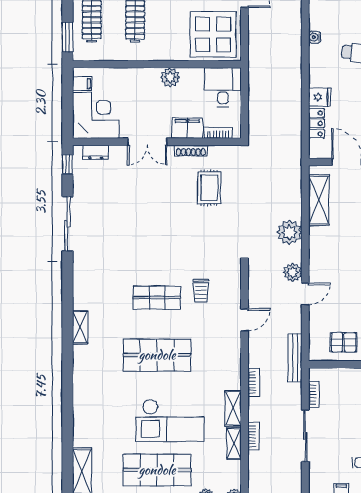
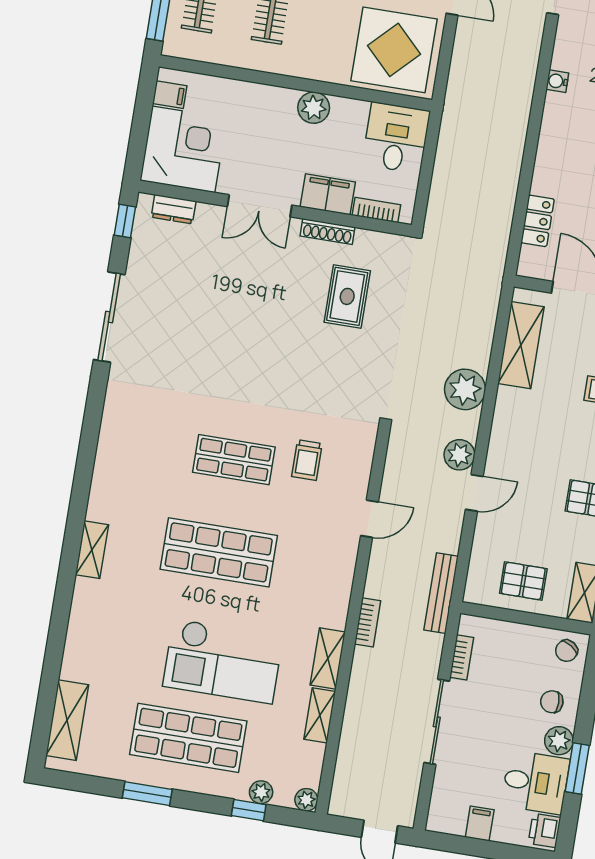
fridge: (320, 97) -> (550, 179), removed
shelving: (80, 327) -> (92, 550), moved
bookcase: (254, 436) -> (353, 709), removed

